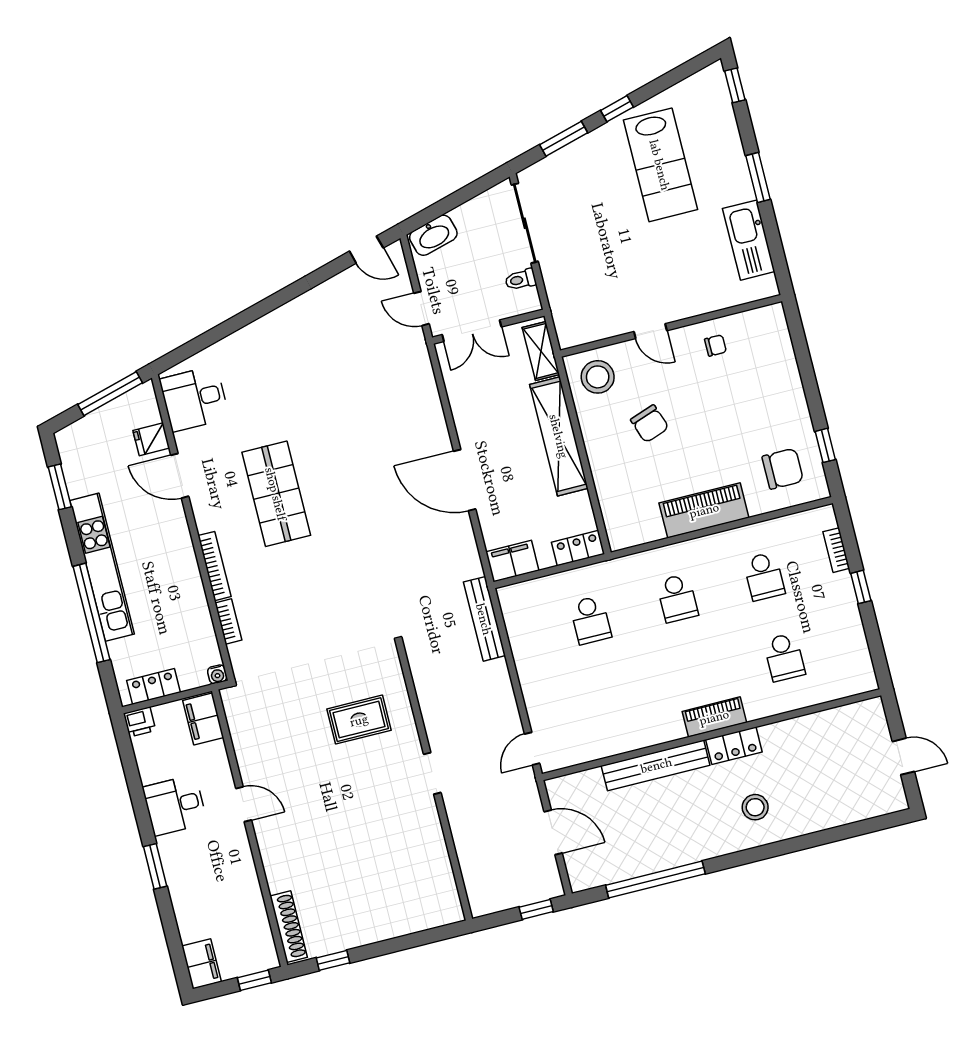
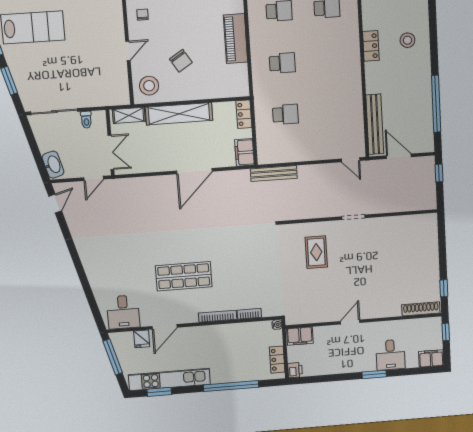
chair: (650, 424) -> (181, 61), turned 77
kitchen unit: (102, 567) -> (169, 379), moved
piano: (714, 717) -> (353, 54), removed
bench: (656, 765) -> (375, 124), moved
desk: (175, 805) -> (390, 355), moved
door: (553, 832) -> (399, 156), hinge flipped

